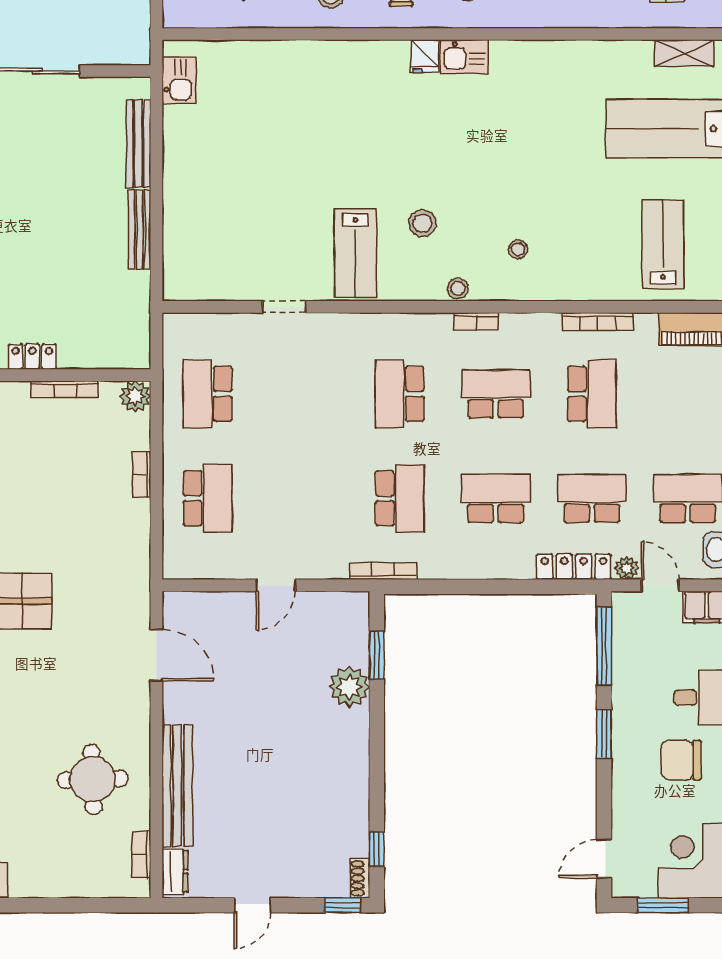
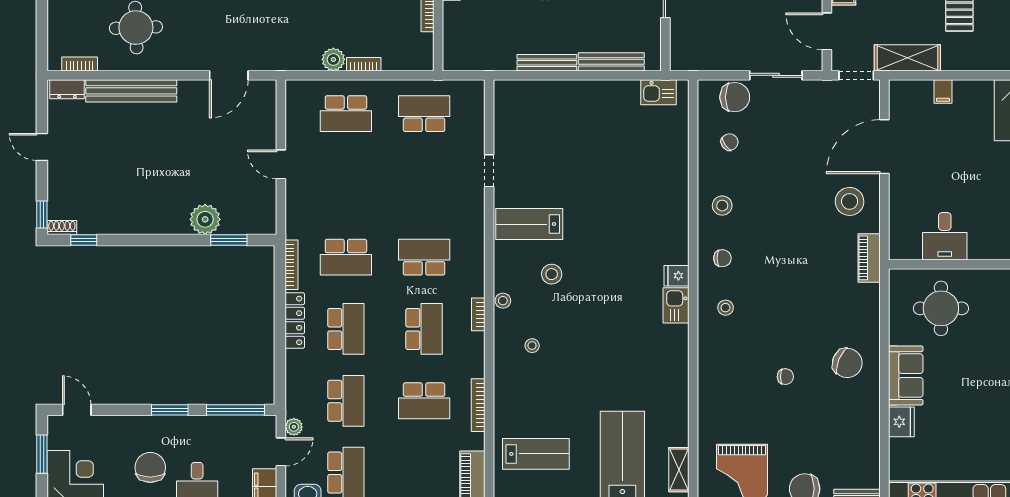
plant: (135, 396) -> (333, 59), moved
locker: (574, 567) -> (295, 320), moved
bookcase: (383, 571) -> (292, 265), moved

